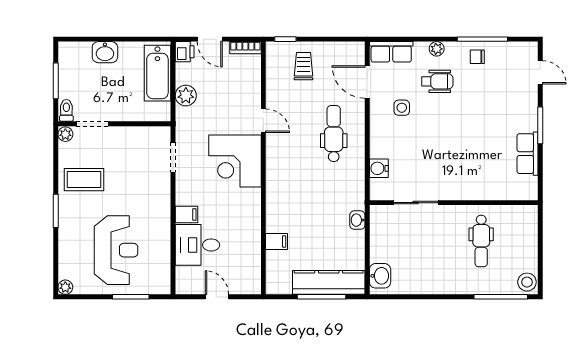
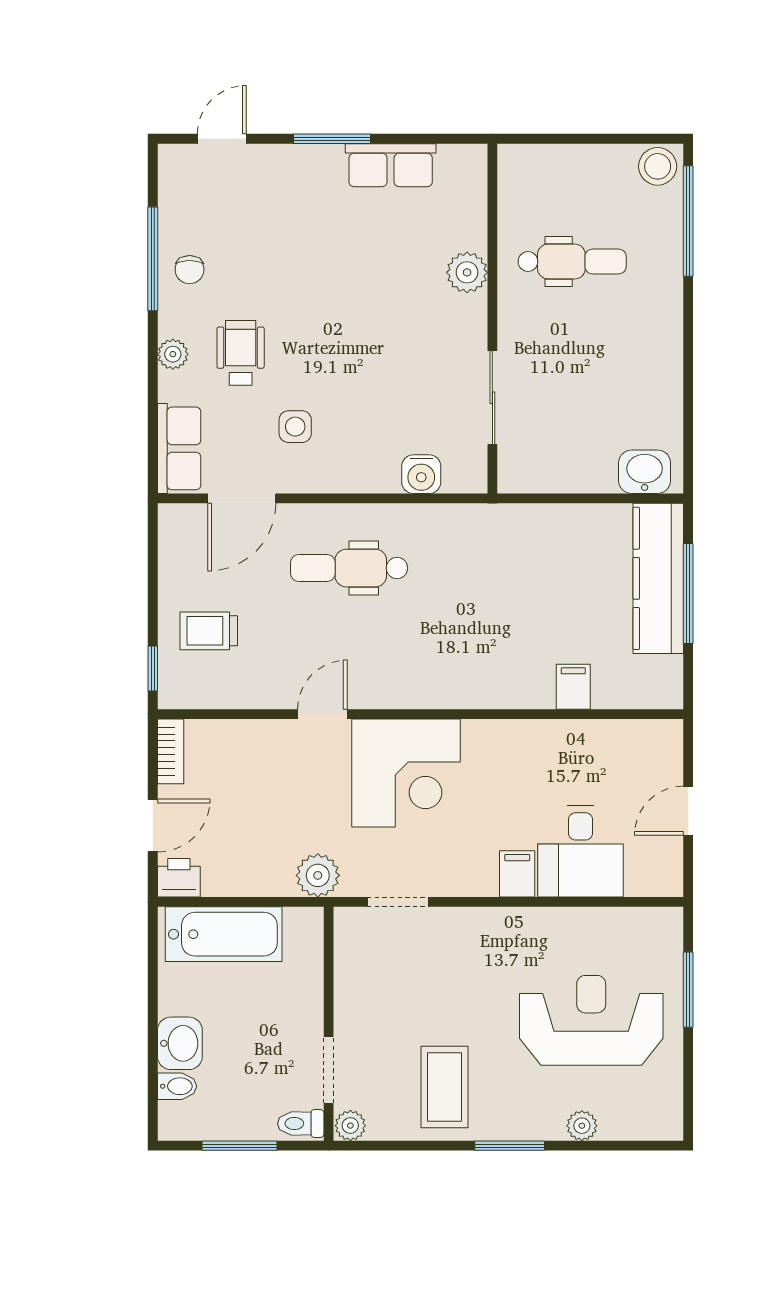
bidet: (84, 51) -> (177, 1086), added
plant: (186, 96) -> (318, 875), moved
plant: (476, 190) -> (467, 272), added
washbasin: (357, 220) -> (529, 519), removed
plant: (65, 287) -> (582, 1126), moved

